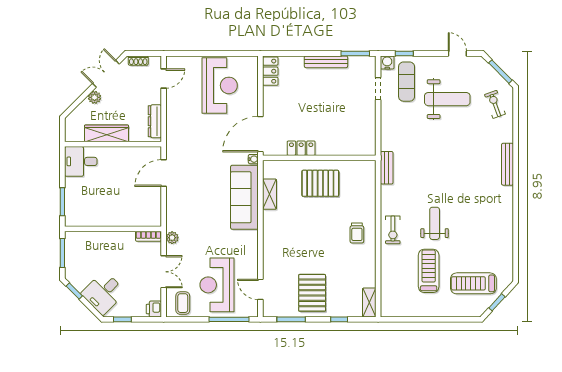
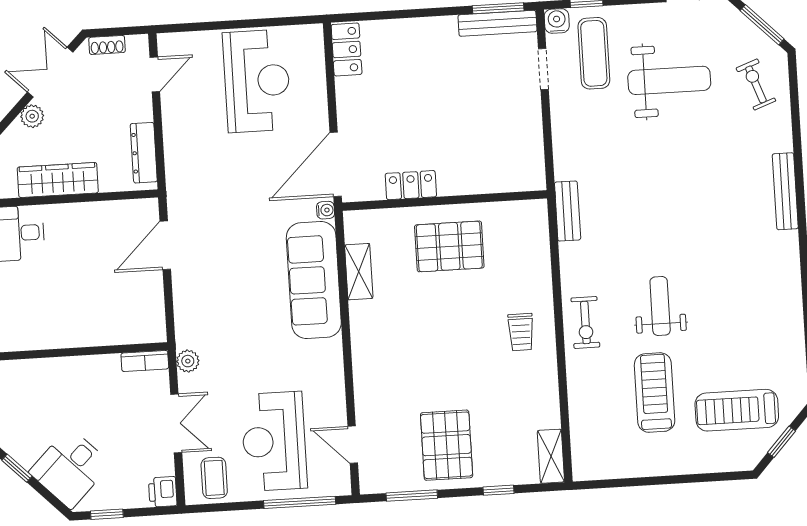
bench: (326, 62) -> (497, 23), moved

